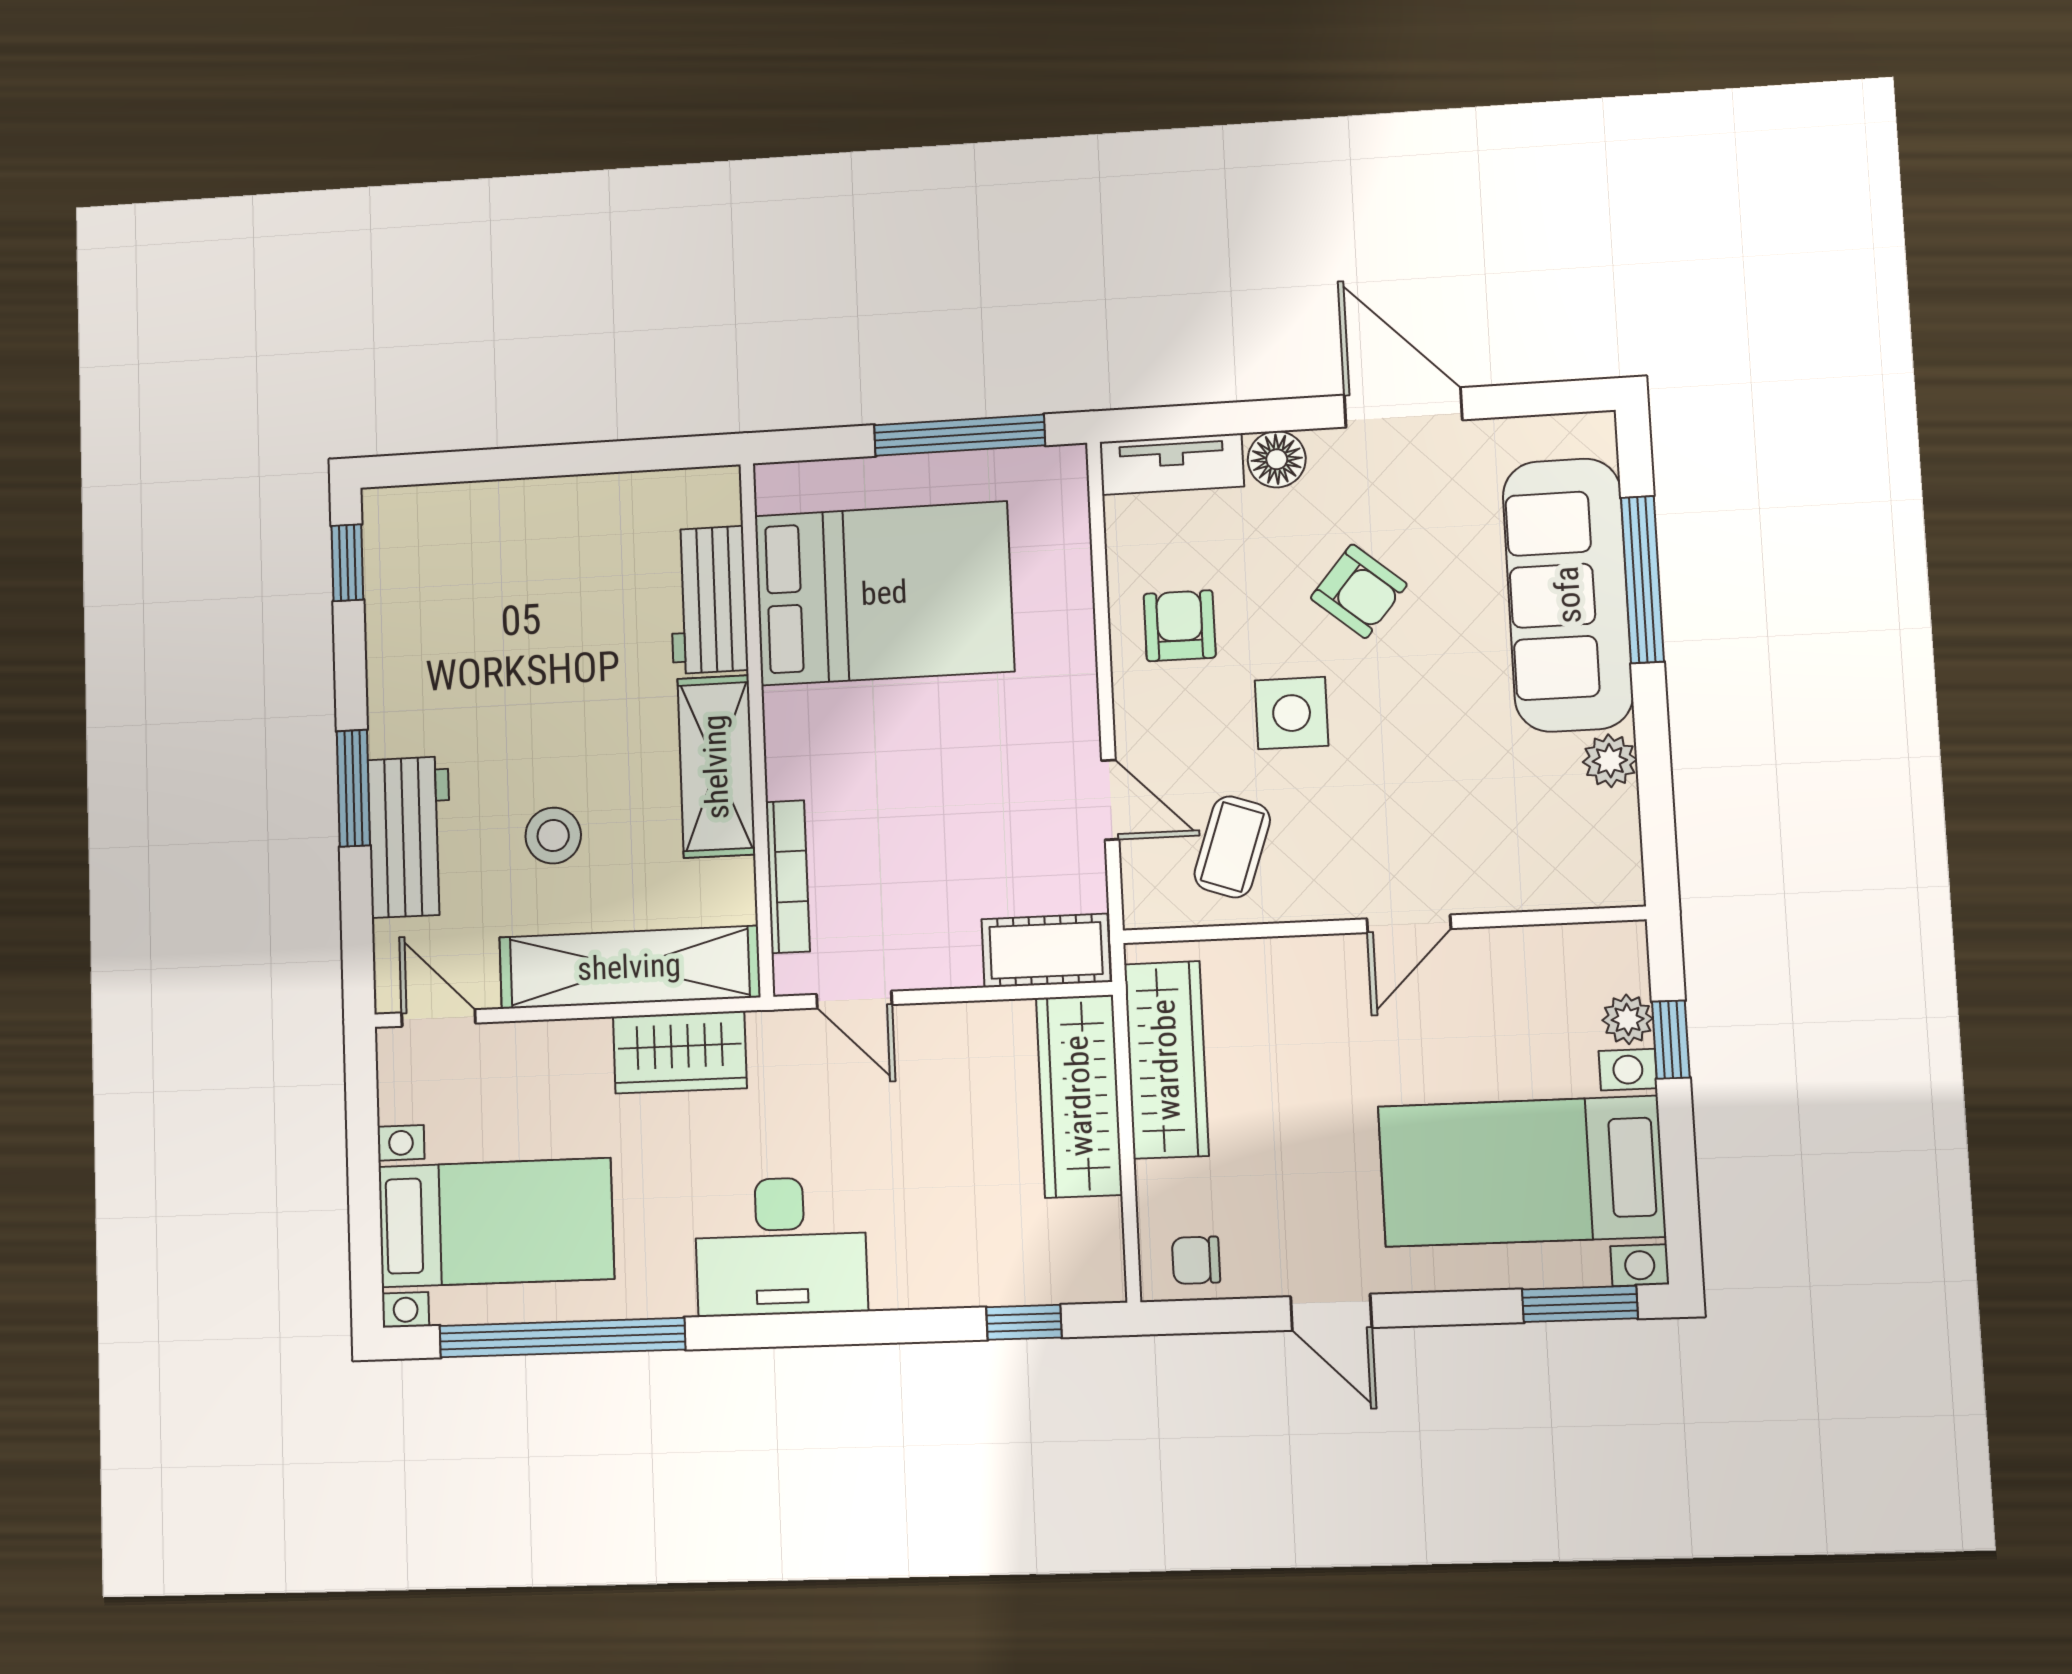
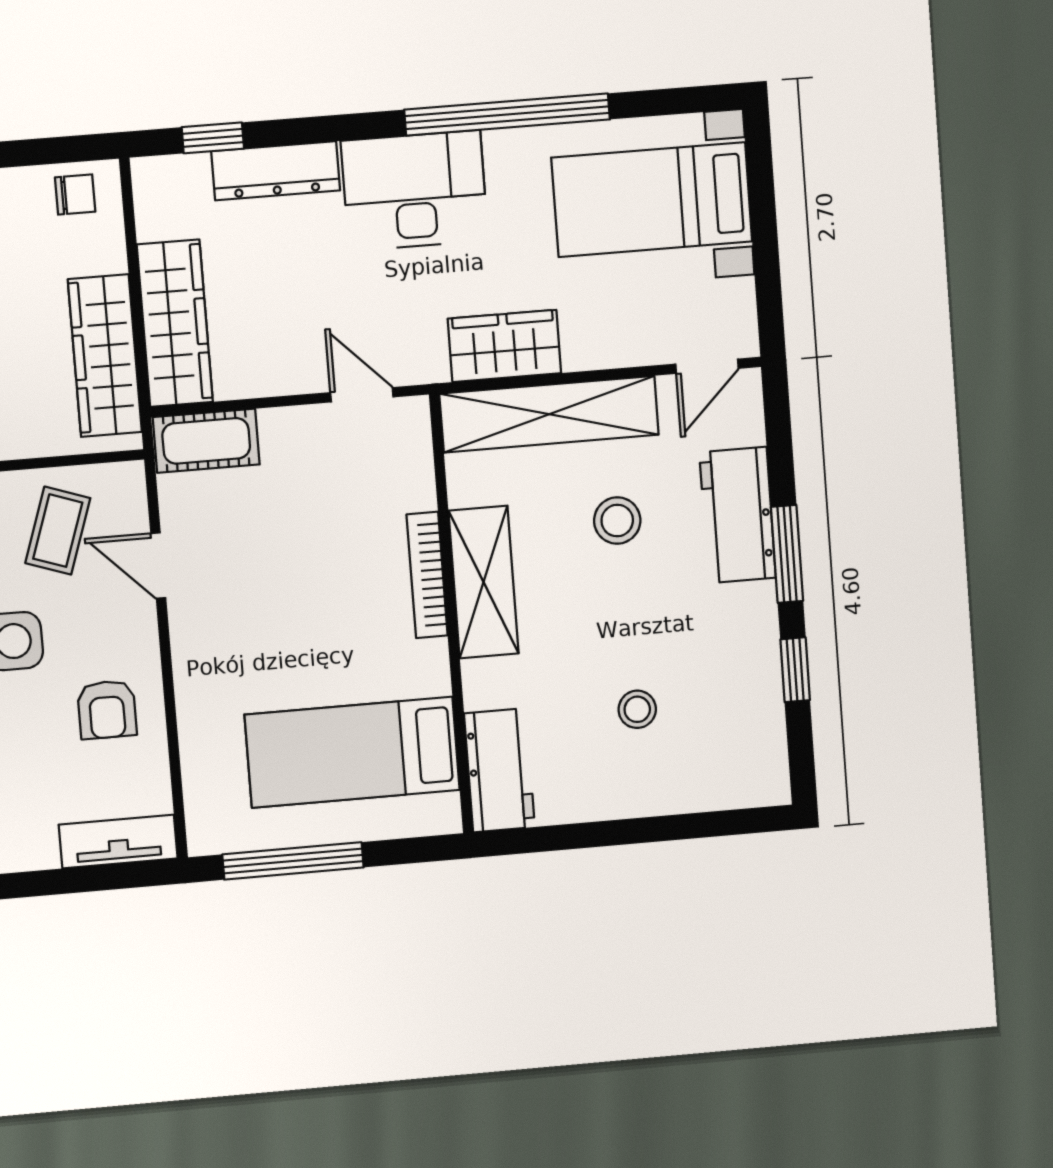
floor lamp: (1277, 459) -> (33, 848), removed
window: (347, 563) -> (795, 670), moved
bed: (884, 593) -> (352, 752), width x0.67
workbench: (708, 600) -> (499, 770), moved
stool: (539, 607) -> (637, 709), added
bookcase: (788, 877) -> (427, 575), moved
door: (439, 1018) -> (707, 366), hinge flipped
dresser: (949, 1278) -> (276, 171), added
window: (562, 1338) -> (507, 115), moved

